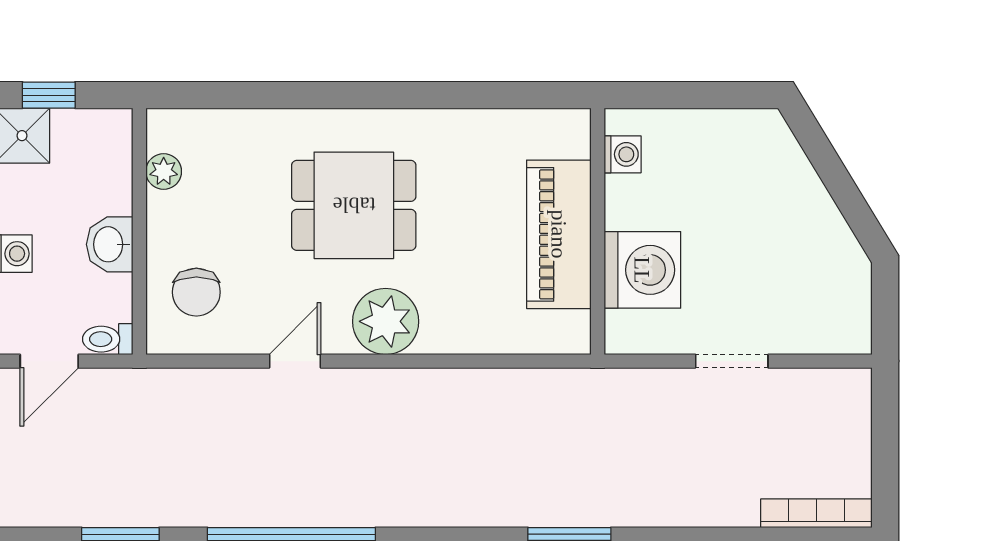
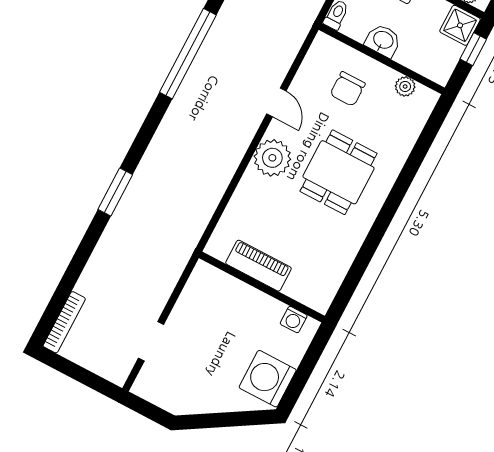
piano: (559, 234) -> (258, 266), width x0.73, depth x0.75
washing machine: (642, 270) -> (268, 379), moved, turned 90
chair: (196, 292) -> (348, 89), moved, turned -90
doorway: (732, 361) -> (151, 341), moved

